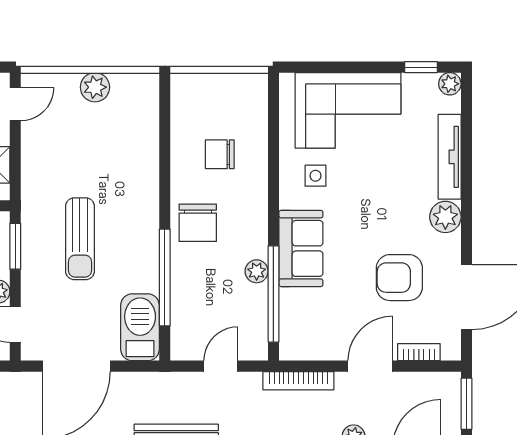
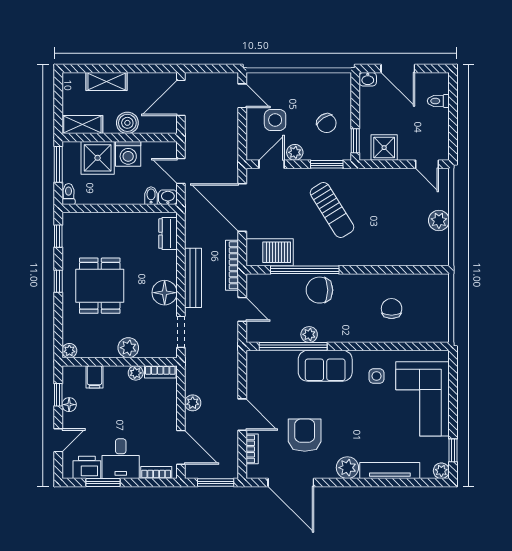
chair: (198, 223) -> (319, 290), moved
sun lounger: (80, 239) -> (332, 210), turned -122
bookcase: (298, 381) -> (232, 265), moved

